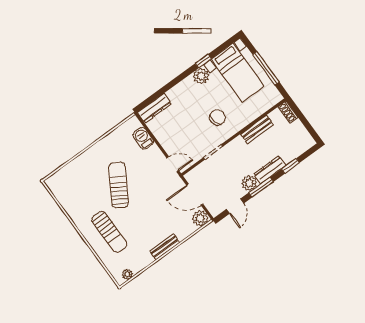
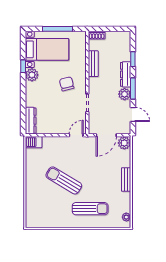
barbecue: (143, 138) -> (34, 142), moved

